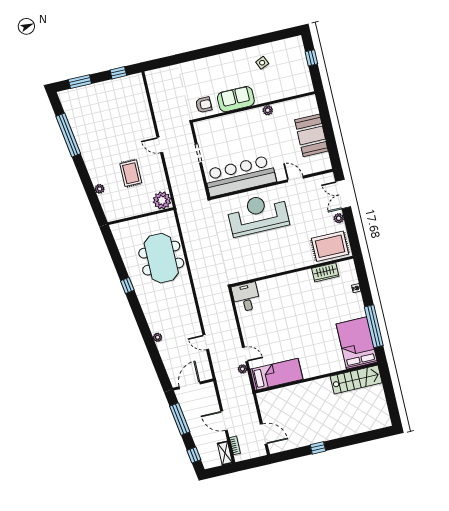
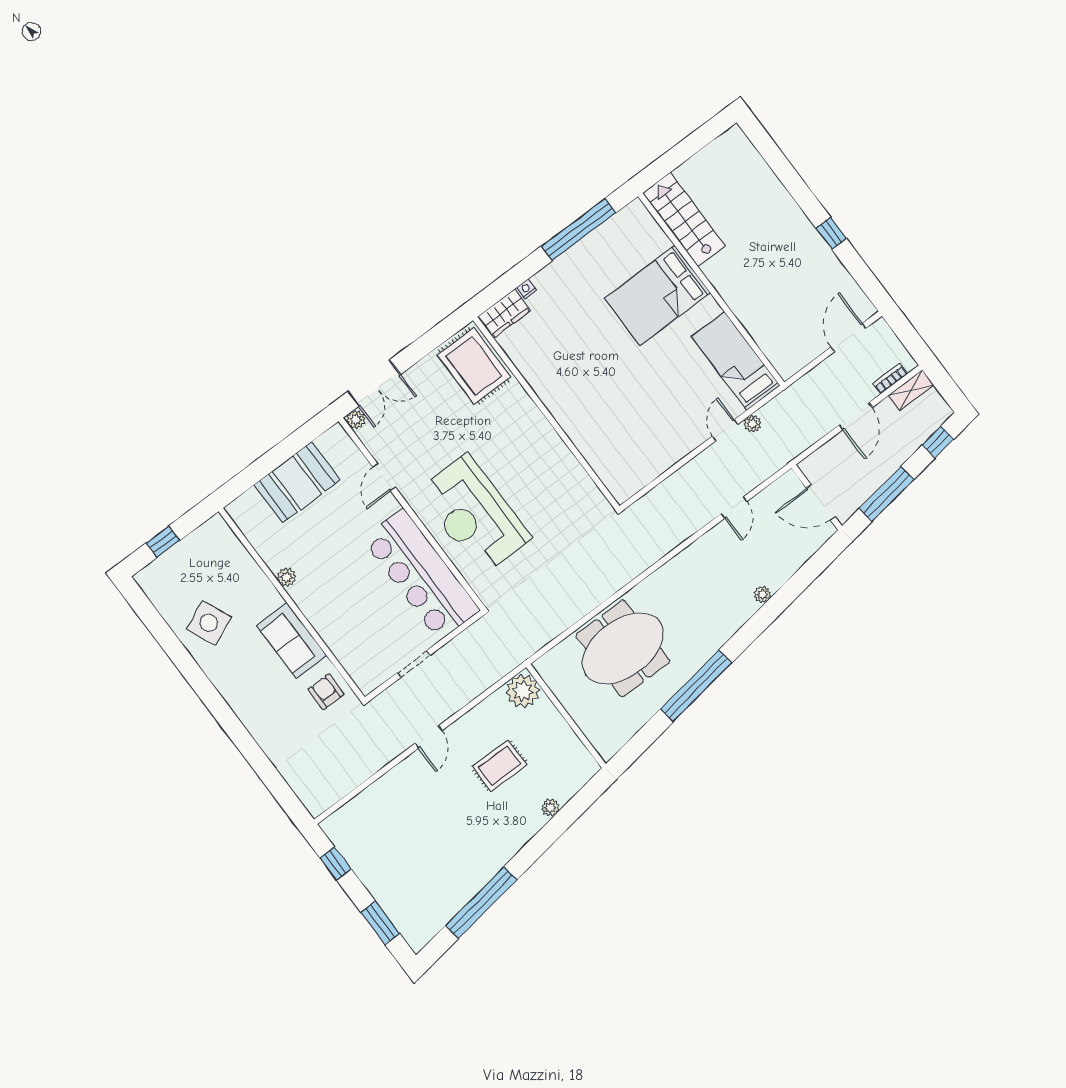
side table: (262, 63) -> (209, 623), width x1.87, depth x1.87
plant: (339, 218) -> (356, 420), moved
wardrobe: (325, 272) -> (504, 314), moved, turned 90
window: (127, 286) -> (696, 686), width x3.17
desk: (246, 297) -> (626, 472), removed
bed: (357, 343) -> (658, 296), moved

